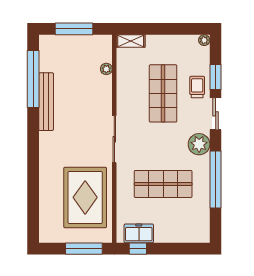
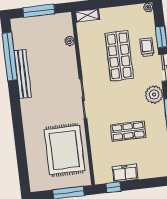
shop shelf: (163, 184) -> (128, 131), width x0.70, depth x0.74
freezer: (139, 233) -> (125, 173), moved

